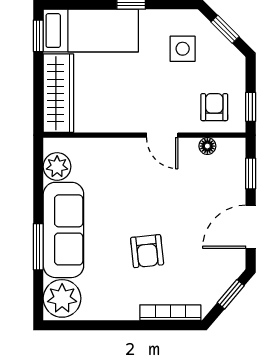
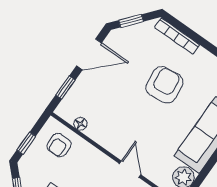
window: (251, 107) -> (26, 143), moved
door: (162, 135) -> (130, 169), moved
armchair: (147, 251) -> (164, 85), width x1.38, depth x1.38

